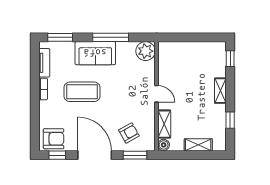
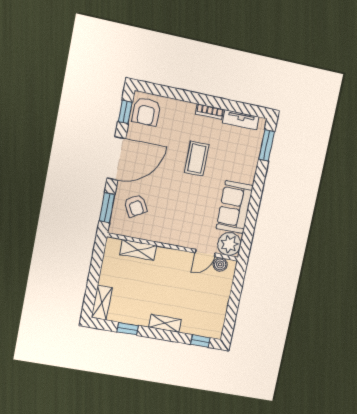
window: (111, 37) -> (254, 206), removed
sofa: (95, 53) -> (235, 207), moved
coffee table: (82, 92) -> (197, 159), width x0.73, depth x0.76
door: (157, 94) -> (205, 253), moved
boiler: (164, 145) -> (220, 264), moved
shelving: (198, 145) -> (102, 303), moved

